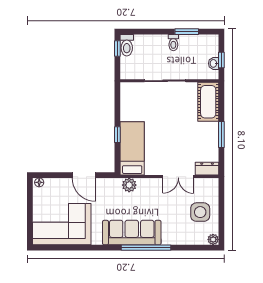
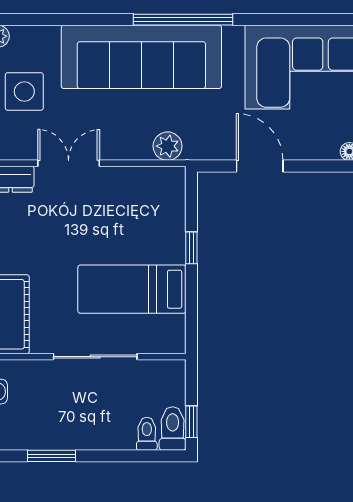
toilet: (173, 43) -> (147, 434), moved
bed: (132, 148) -> (132, 289), moved, turned 90
sofa: (132, 233) -> (141, 57), width x1.36, depth x1.27
window: (146, 248) -> (183, 20), moved

